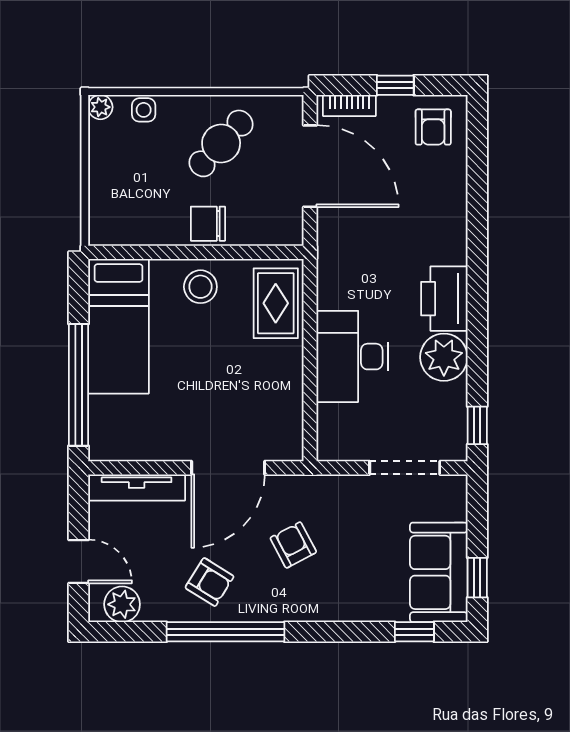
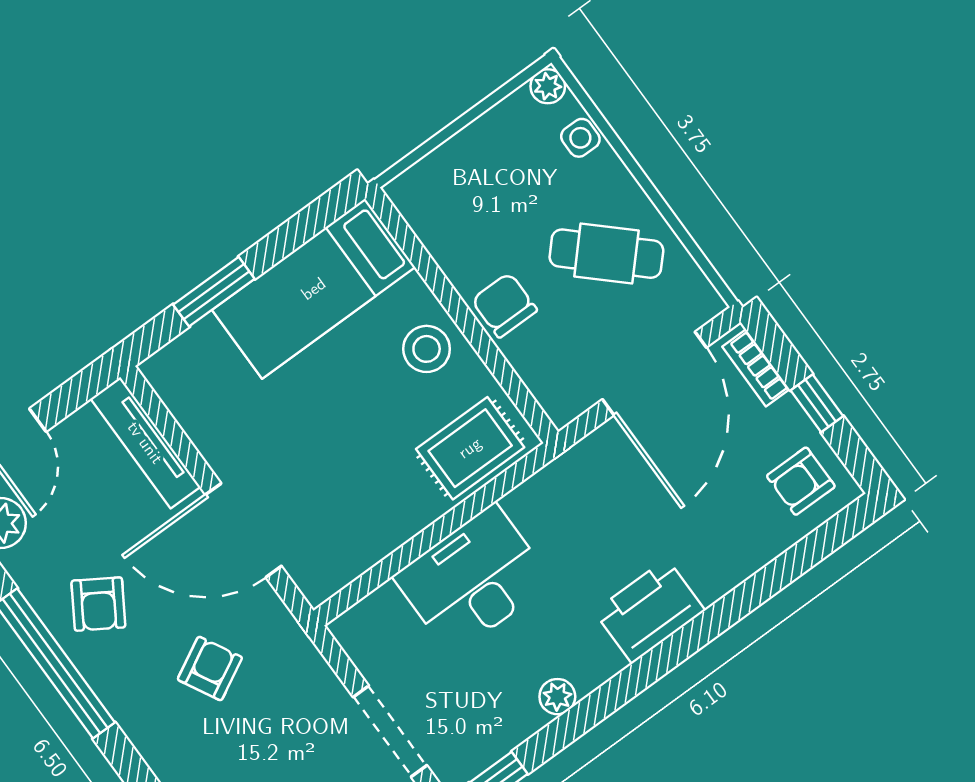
printer: (444, 299) -> (650, 611), moved
plant: (444, 357) -> (557, 697), width x0.53, depth x0.53
window: (79, 385) -> (214, 292), width x0.47

